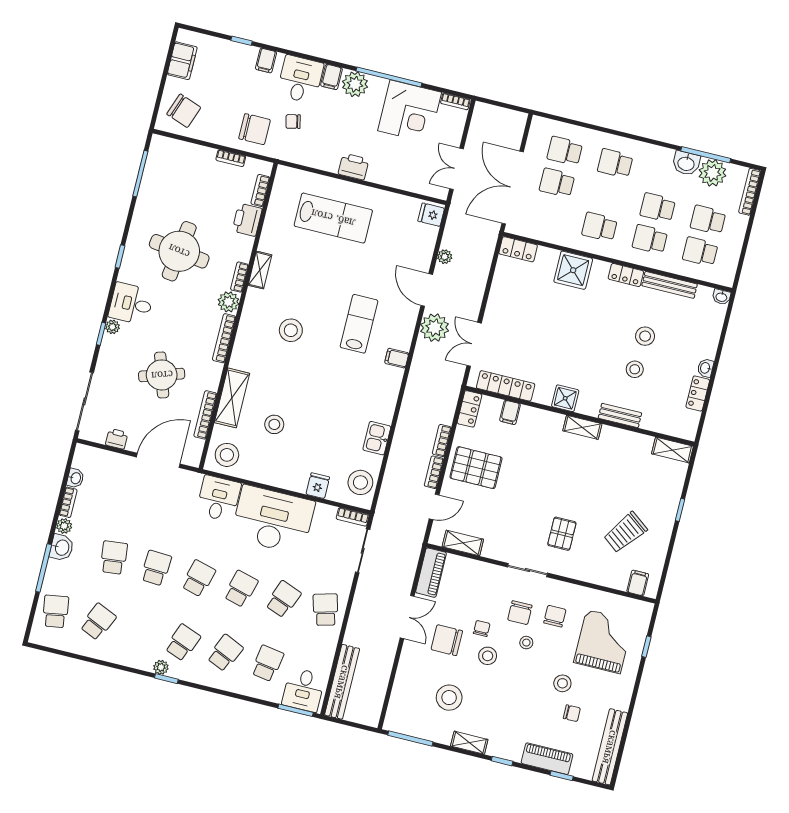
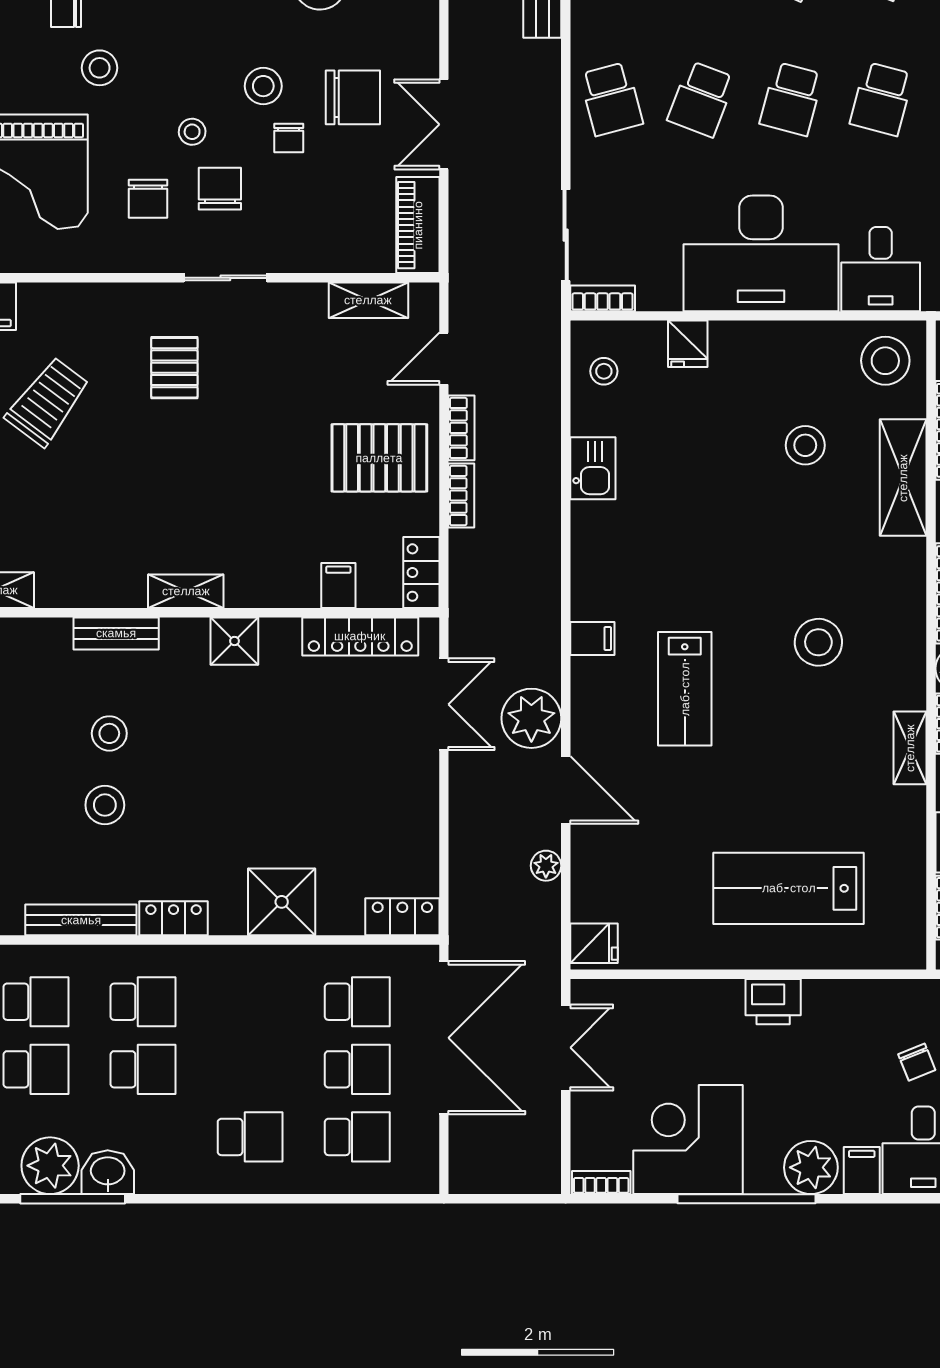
chair: (293, 121) -> (917, 1062), turned 81
school desk: (600, 227) -> (357, 1002), moved
stool: (360, 482) -> (604, 371), width x0.53, depth x0.53

